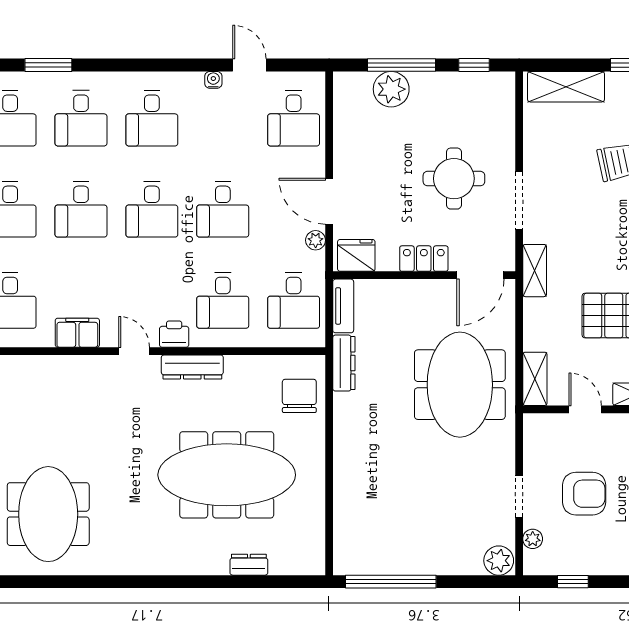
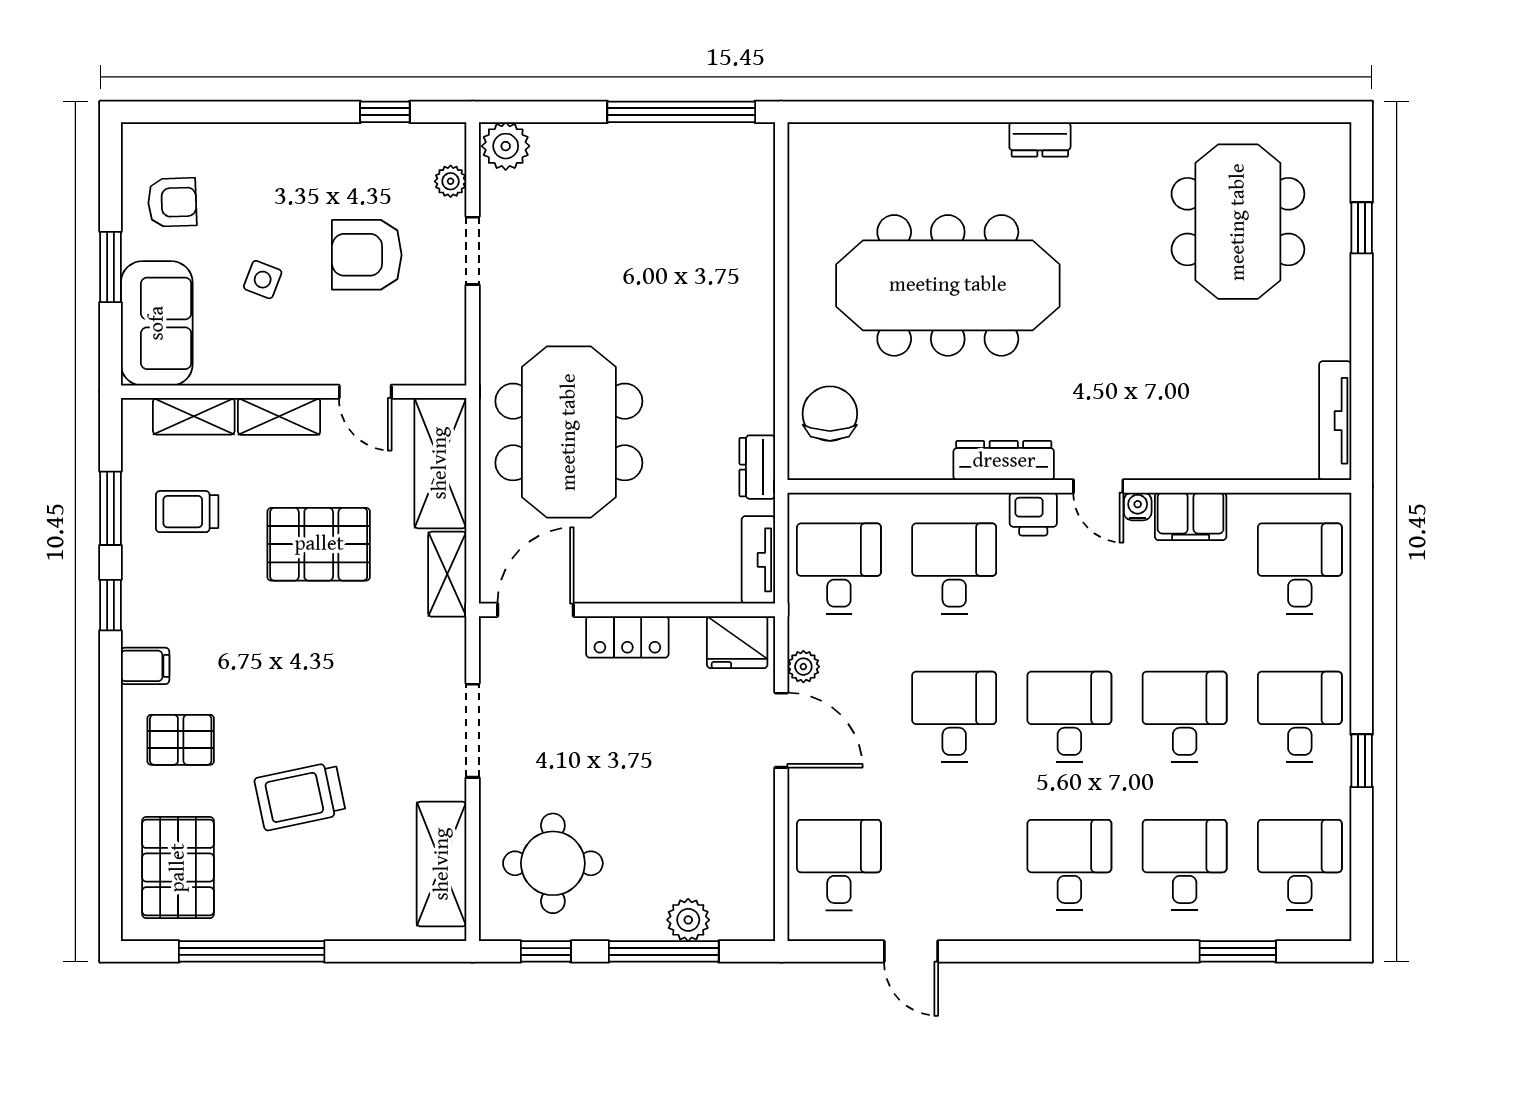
water cooler: (213, 80) -> (1138, 506), moved, turned 180
shelving: (566, 87) -> (442, 864), moved, turned 90
plant: (391, 89) -> (688, 920), width x0.73, depth x0.73
round table: (454, 179) -> (553, 863), moved
shelving: (535, 271) -> (447, 574), moved
dresser: (344, 363) -> (757, 467), width x0.70
shelving: (535, 379) -> (440, 463), width x1.50, depth x1.33
chair: (299, 396) -> (830, 414), turned 180
dresser: (249, 565) -> (1040, 139), moved

